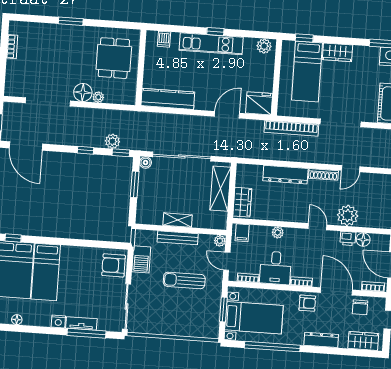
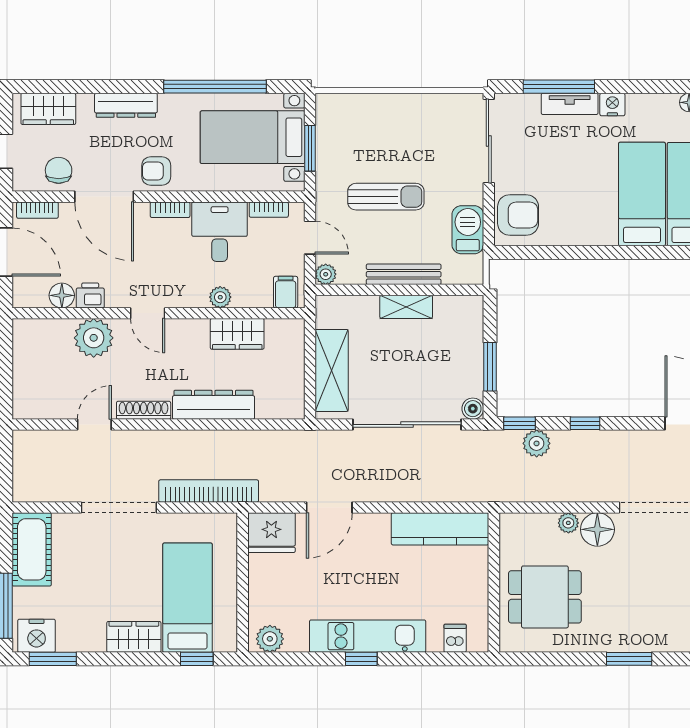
dining table: (114, 58) -> (545, 597), turned 90
wardrobe: (242, 202) -> (237, 334), moved, turned -90

